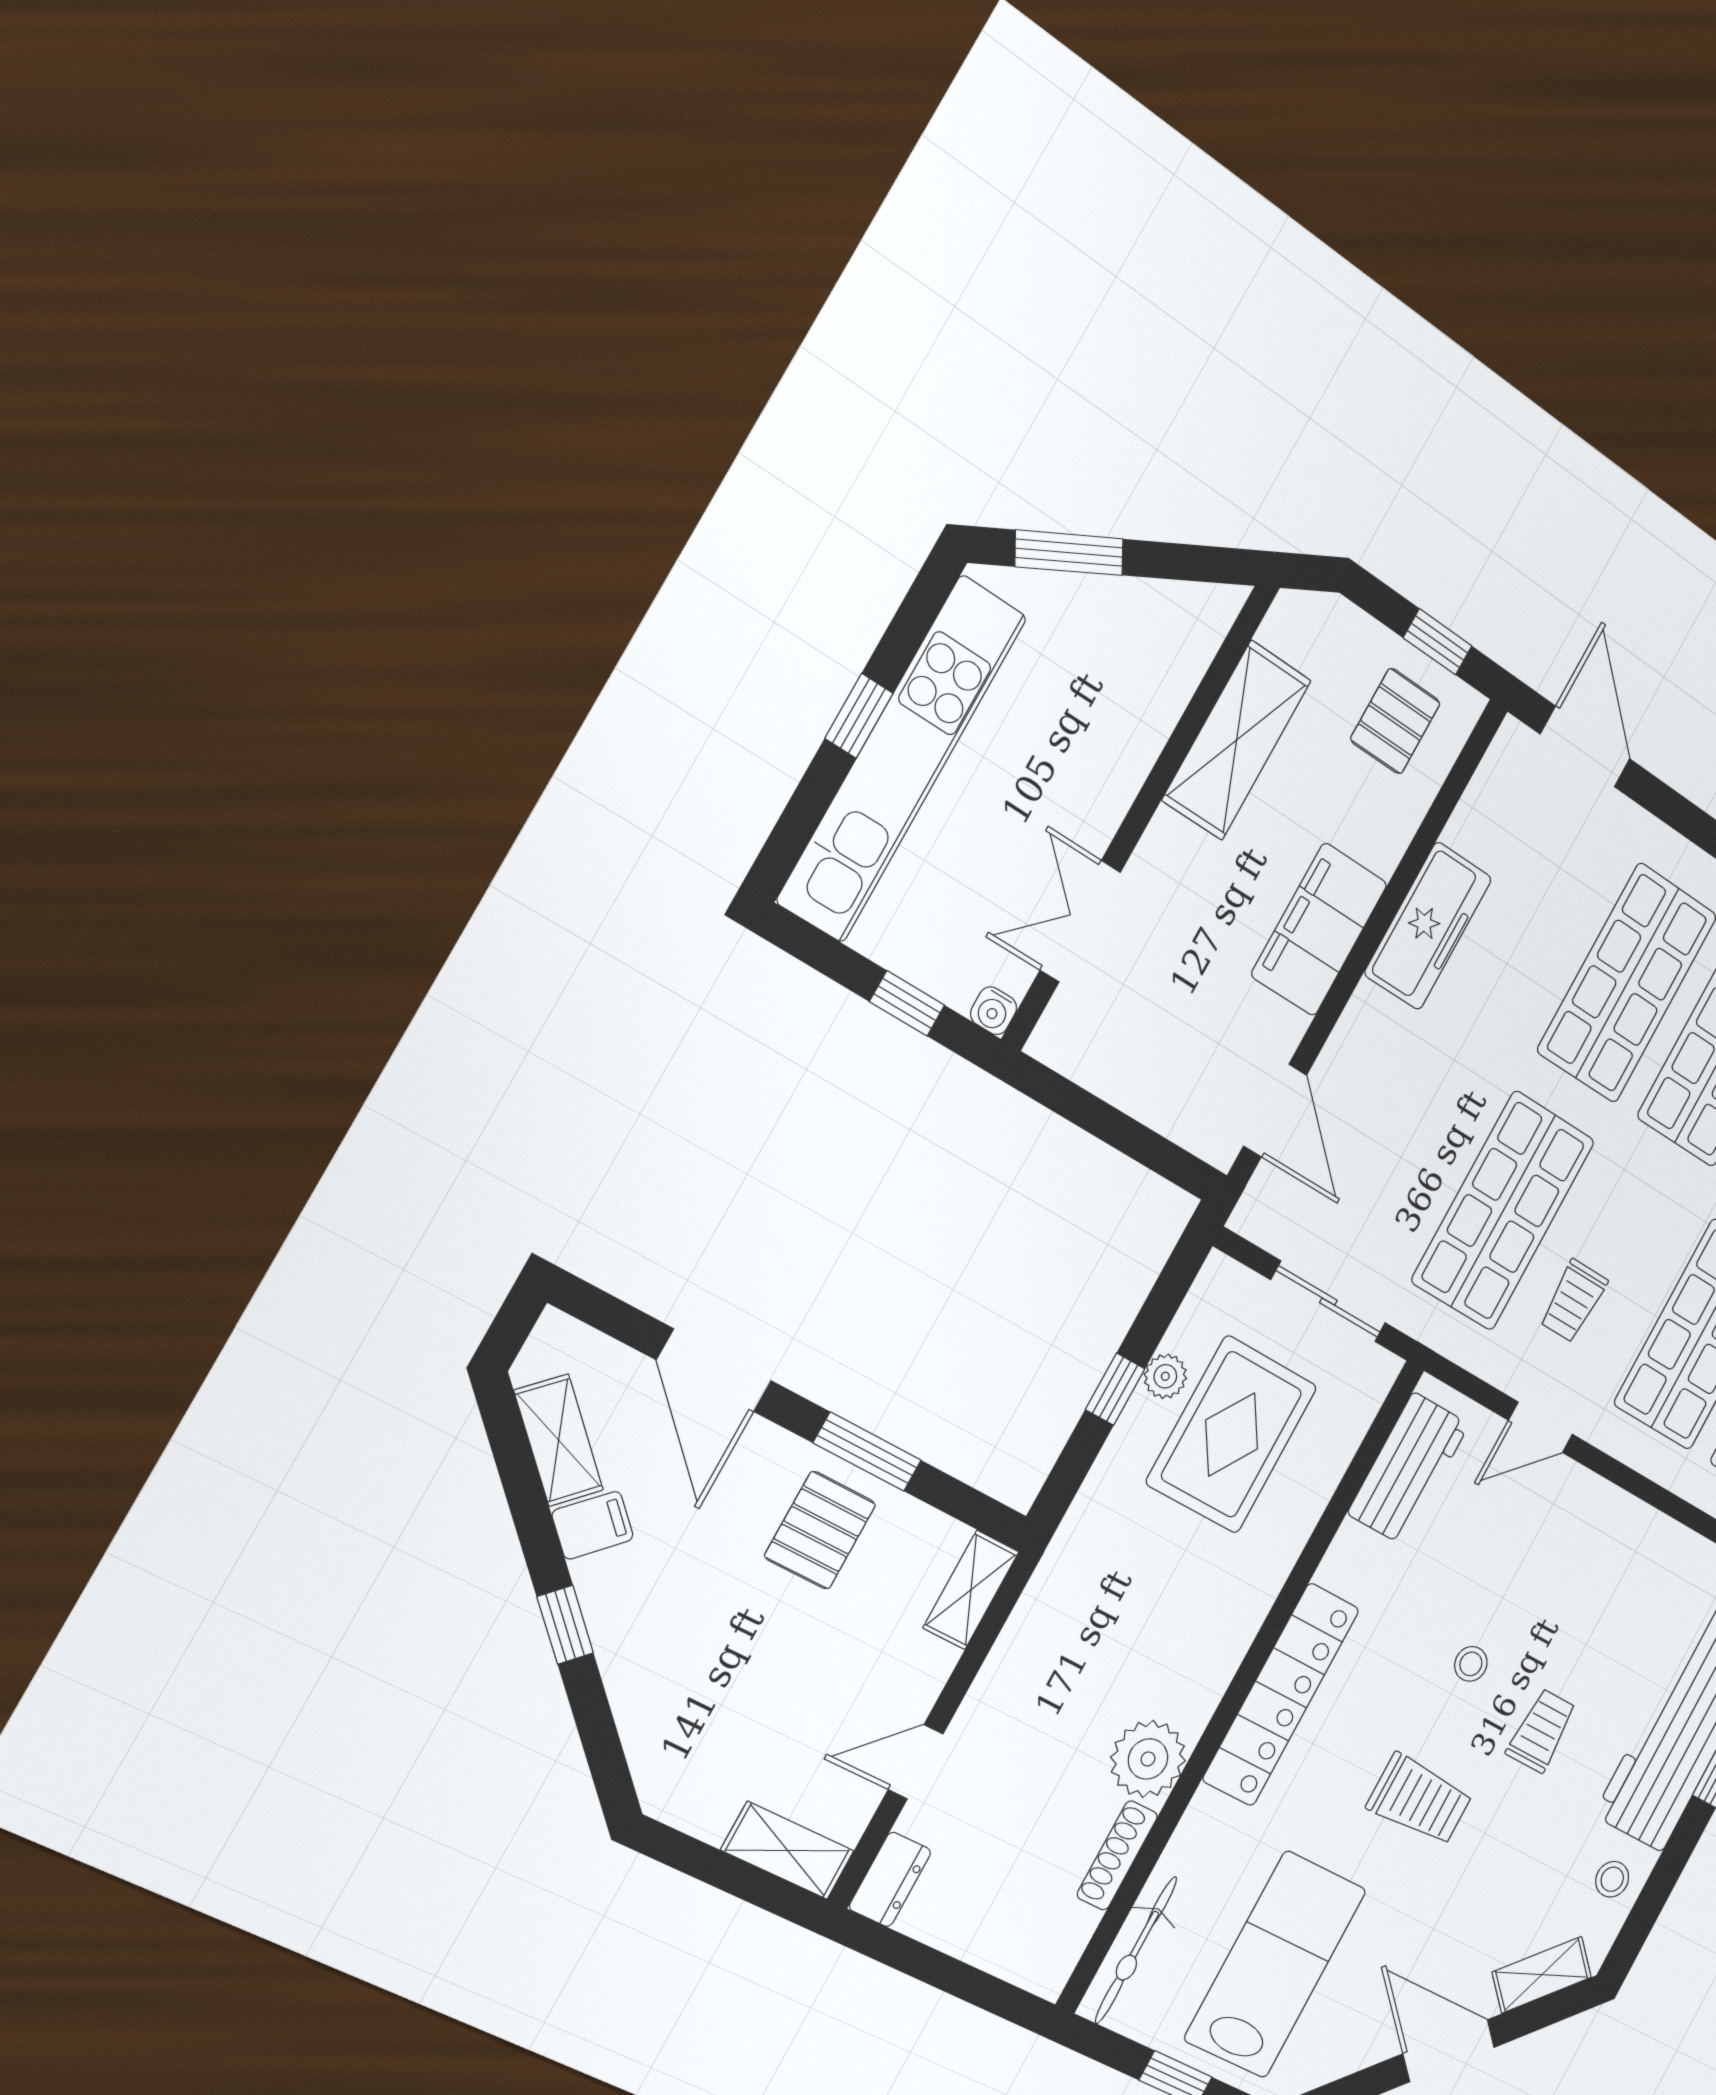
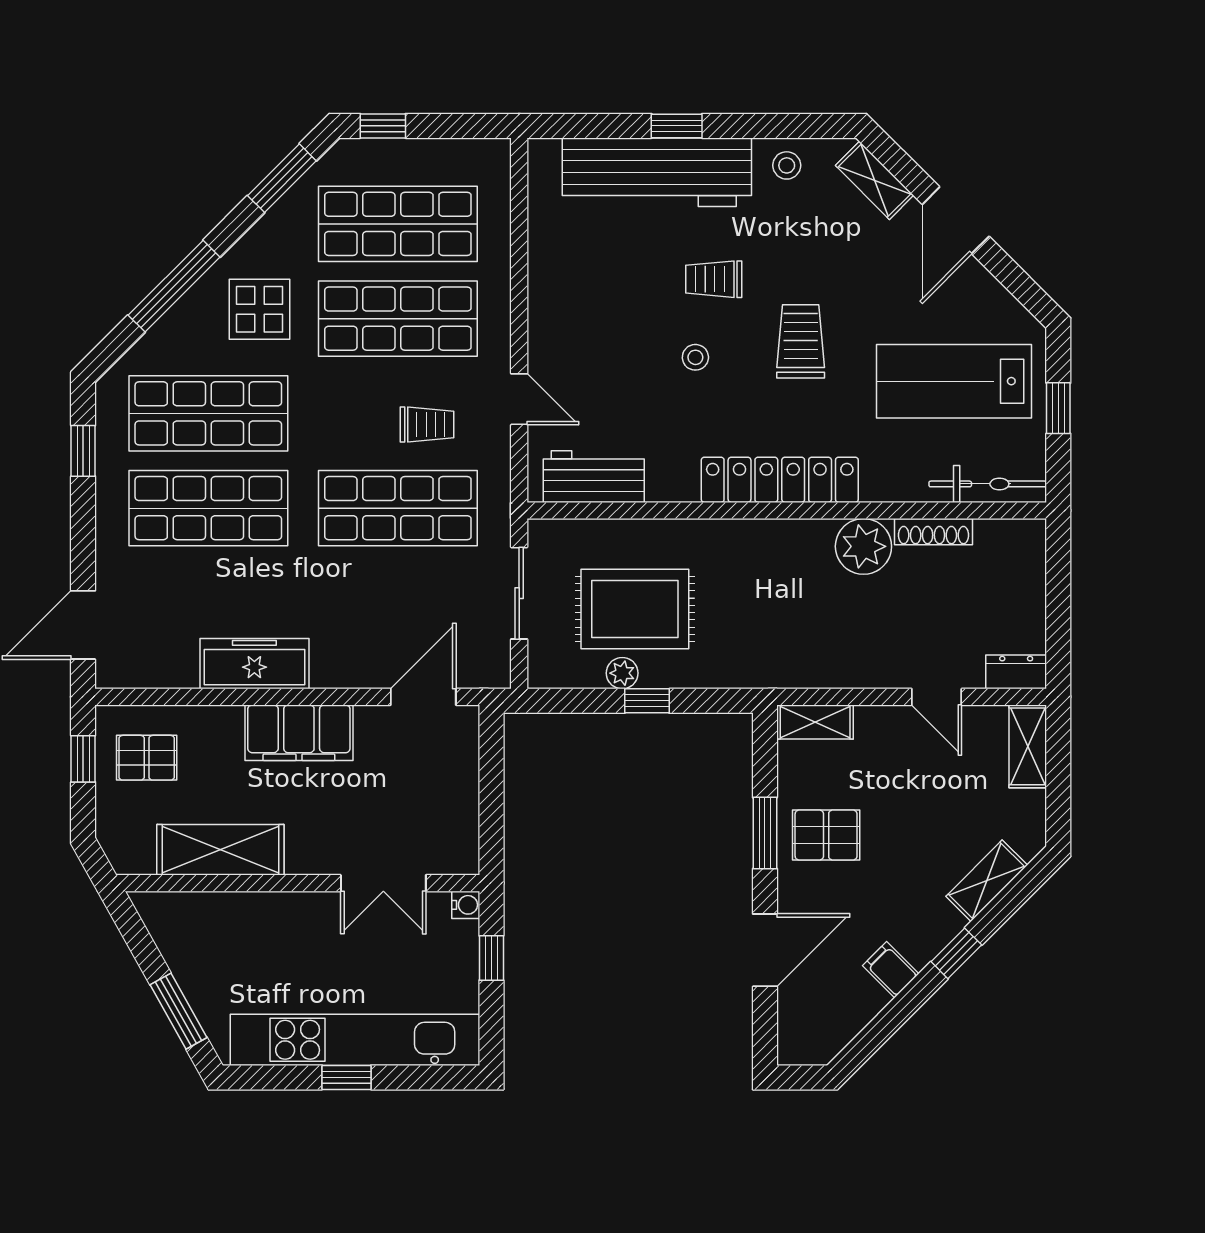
shelving: (559, 1440) -> (987, 881), moved

